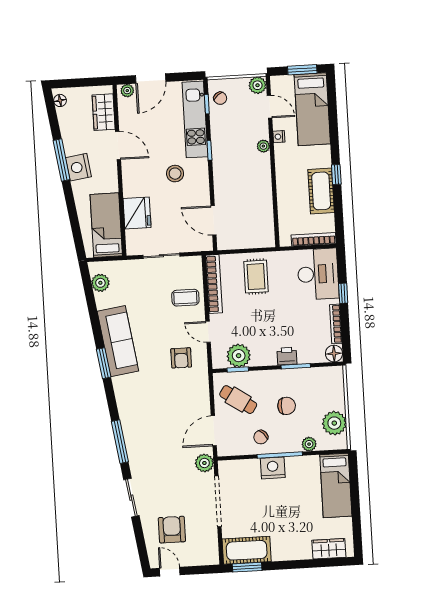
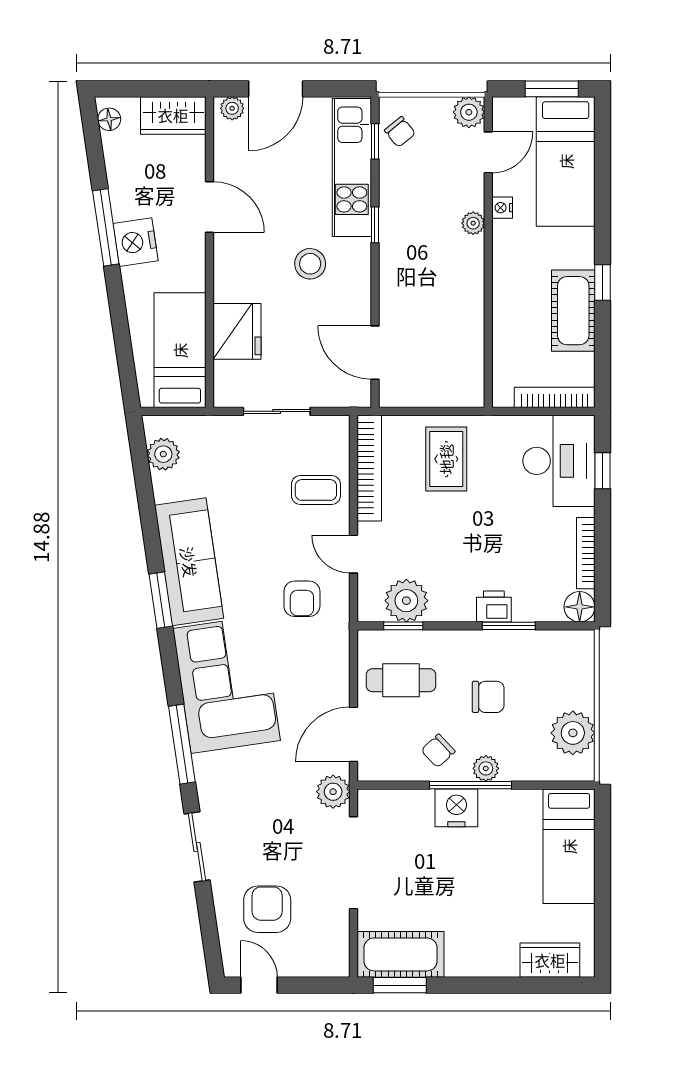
door: (269, 107) -> (488, 152), hinge flipped
wardrobe: (104, 112) -> (173, 115), moved, turned -90
window: (343, 293) -> (603, 471), moved
cafe table: (238, 400) -> (401, 680), turned -34
corner sofa: (142, 407) -> (227, 684), added
plant: (309, 444) -> (486, 768), moved

